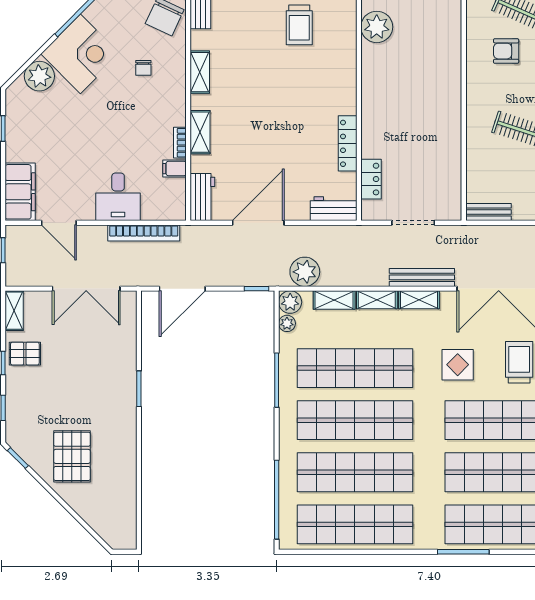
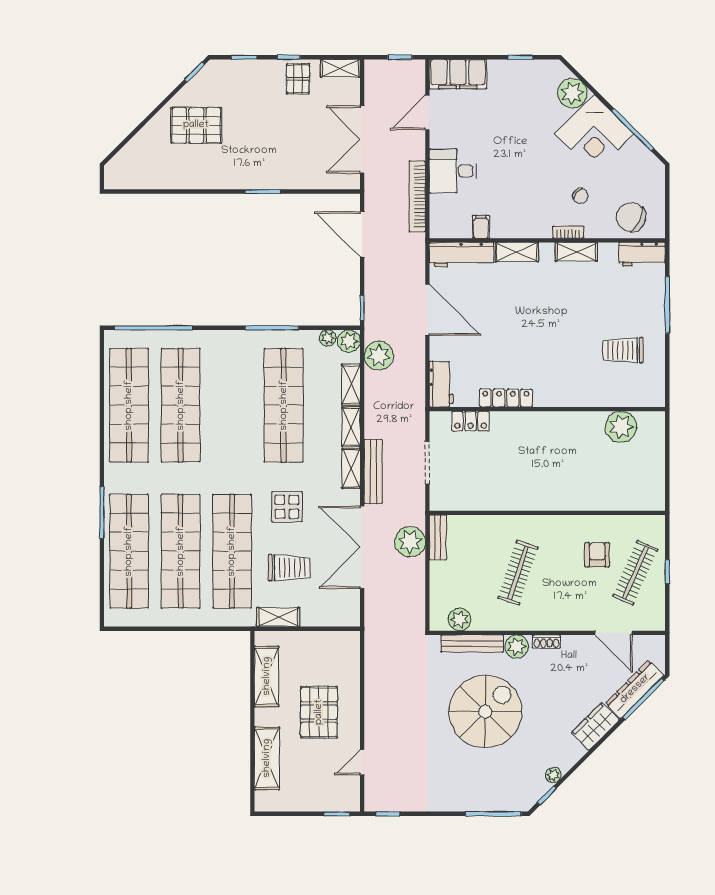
chair: (143, 68) -> (580, 196), turned -141
bookcase: (180, 143) -> (568, 232), moved
workbench: (202, 197) -> (462, 254), width x1.38
plant: (493, 240) -> (410, 542), added
shop shelf: (355, 420) -> (232, 405), removed

